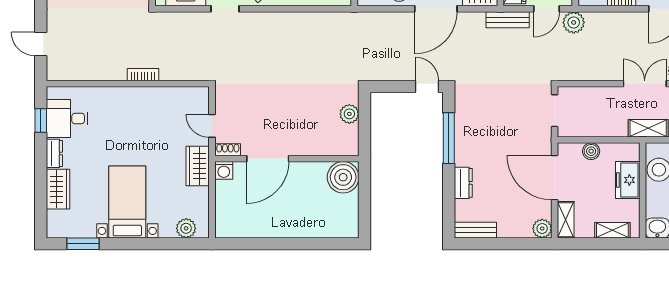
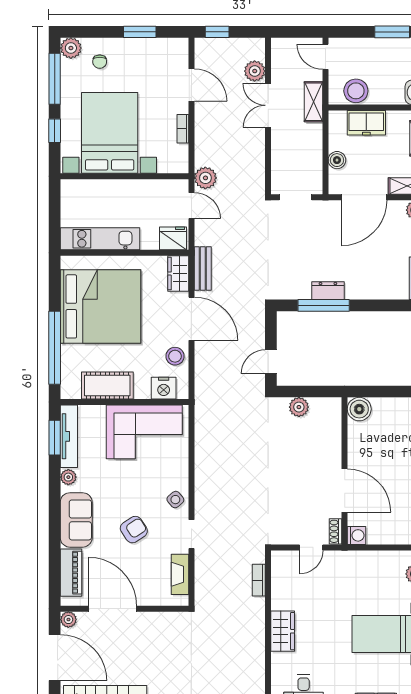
bench: (508, 20) -> (203, 268), moved
bookcase: (143, 75) -> (259, 580), moved
door: (427, 86) -> (271, 362), moved
wardrobe: (198, 166) -> (283, 631), moved, turned -90
boiler: (343, 177) -> (359, 409), width x0.73, depth x0.73
dresser: (463, 183) -> (328, 291), moved

